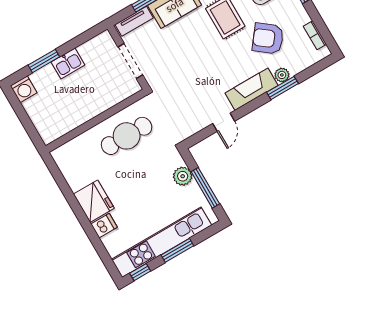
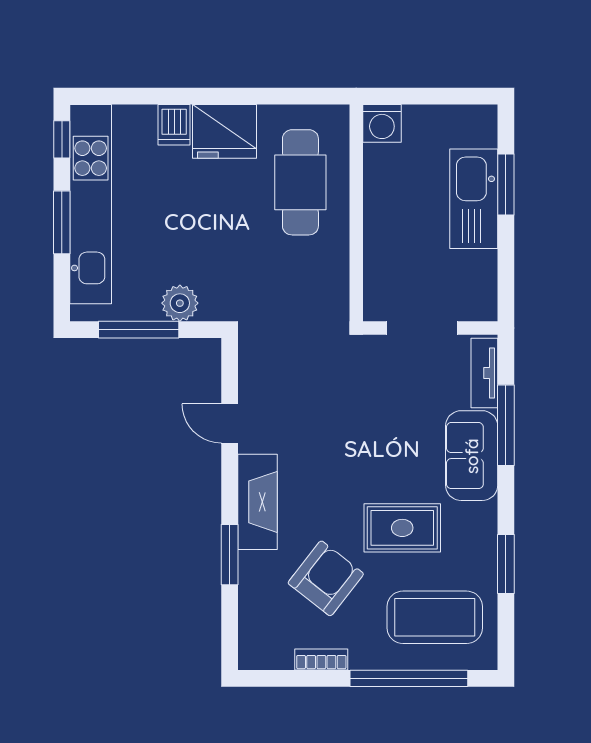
bookcase: (315, 35) -> (321, 660), moved
kitchen sink: (68, 63) -> (474, 199), width x1.88, depth x1.24
plant: (282, 75) -> (252, 566), removed
washing machine: (24, 89) -> (382, 123), moved, turned -90
cafe table: (127, 136) -> (300, 182), moved

